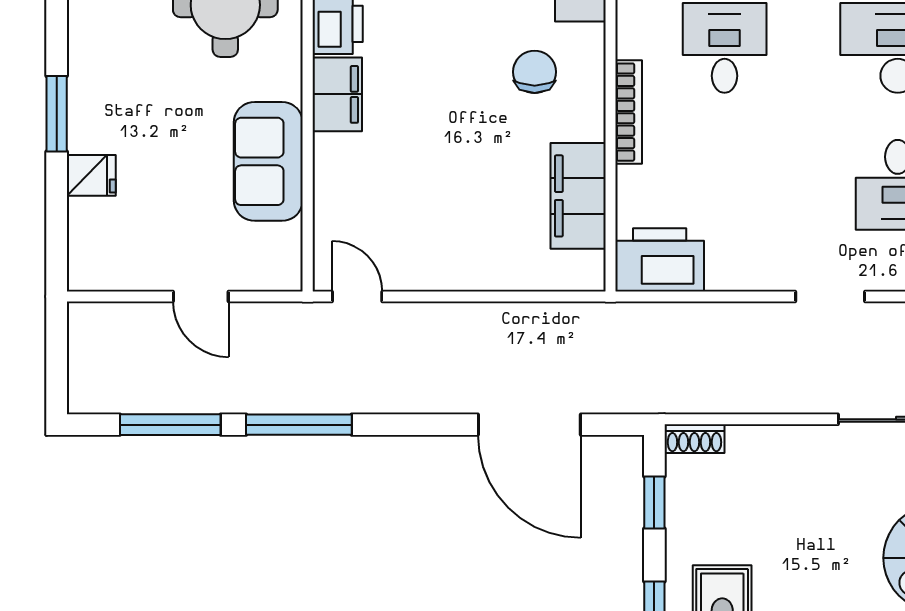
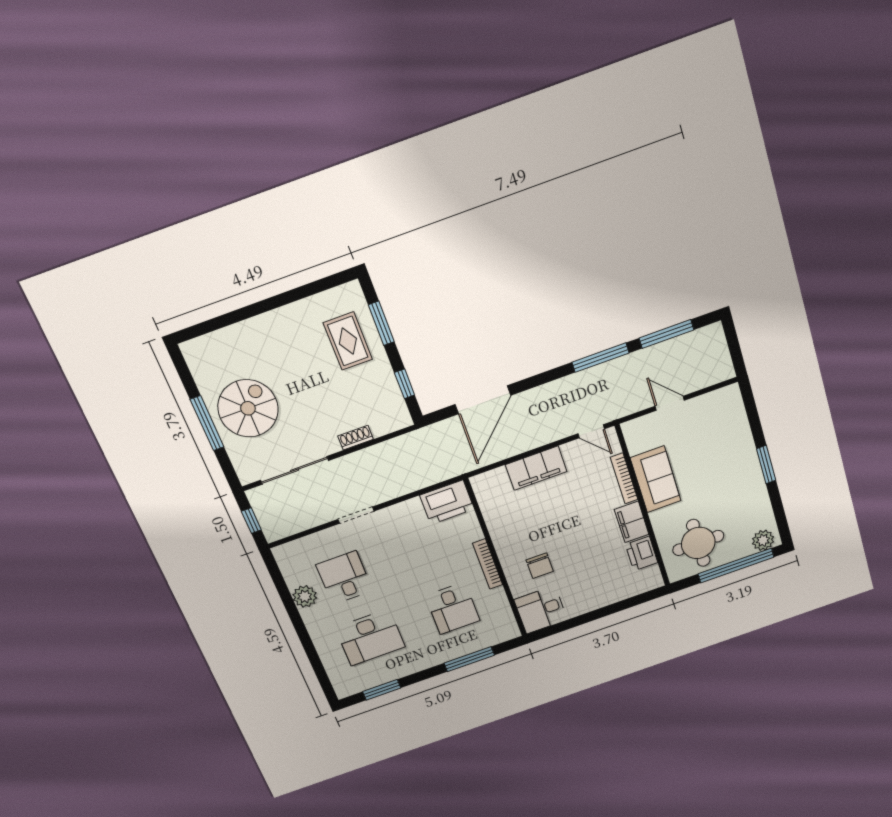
fridge: (91, 175) -> (741, 442), removed
bookcase: (325, 185) -> (624, 478), added
filing cabinet: (578, 196) -> (536, 468), moved, turned 90
door: (529, 425) -> (483, 400), swing flipped
shoe rack: (694, 439) -> (356, 438), moved

